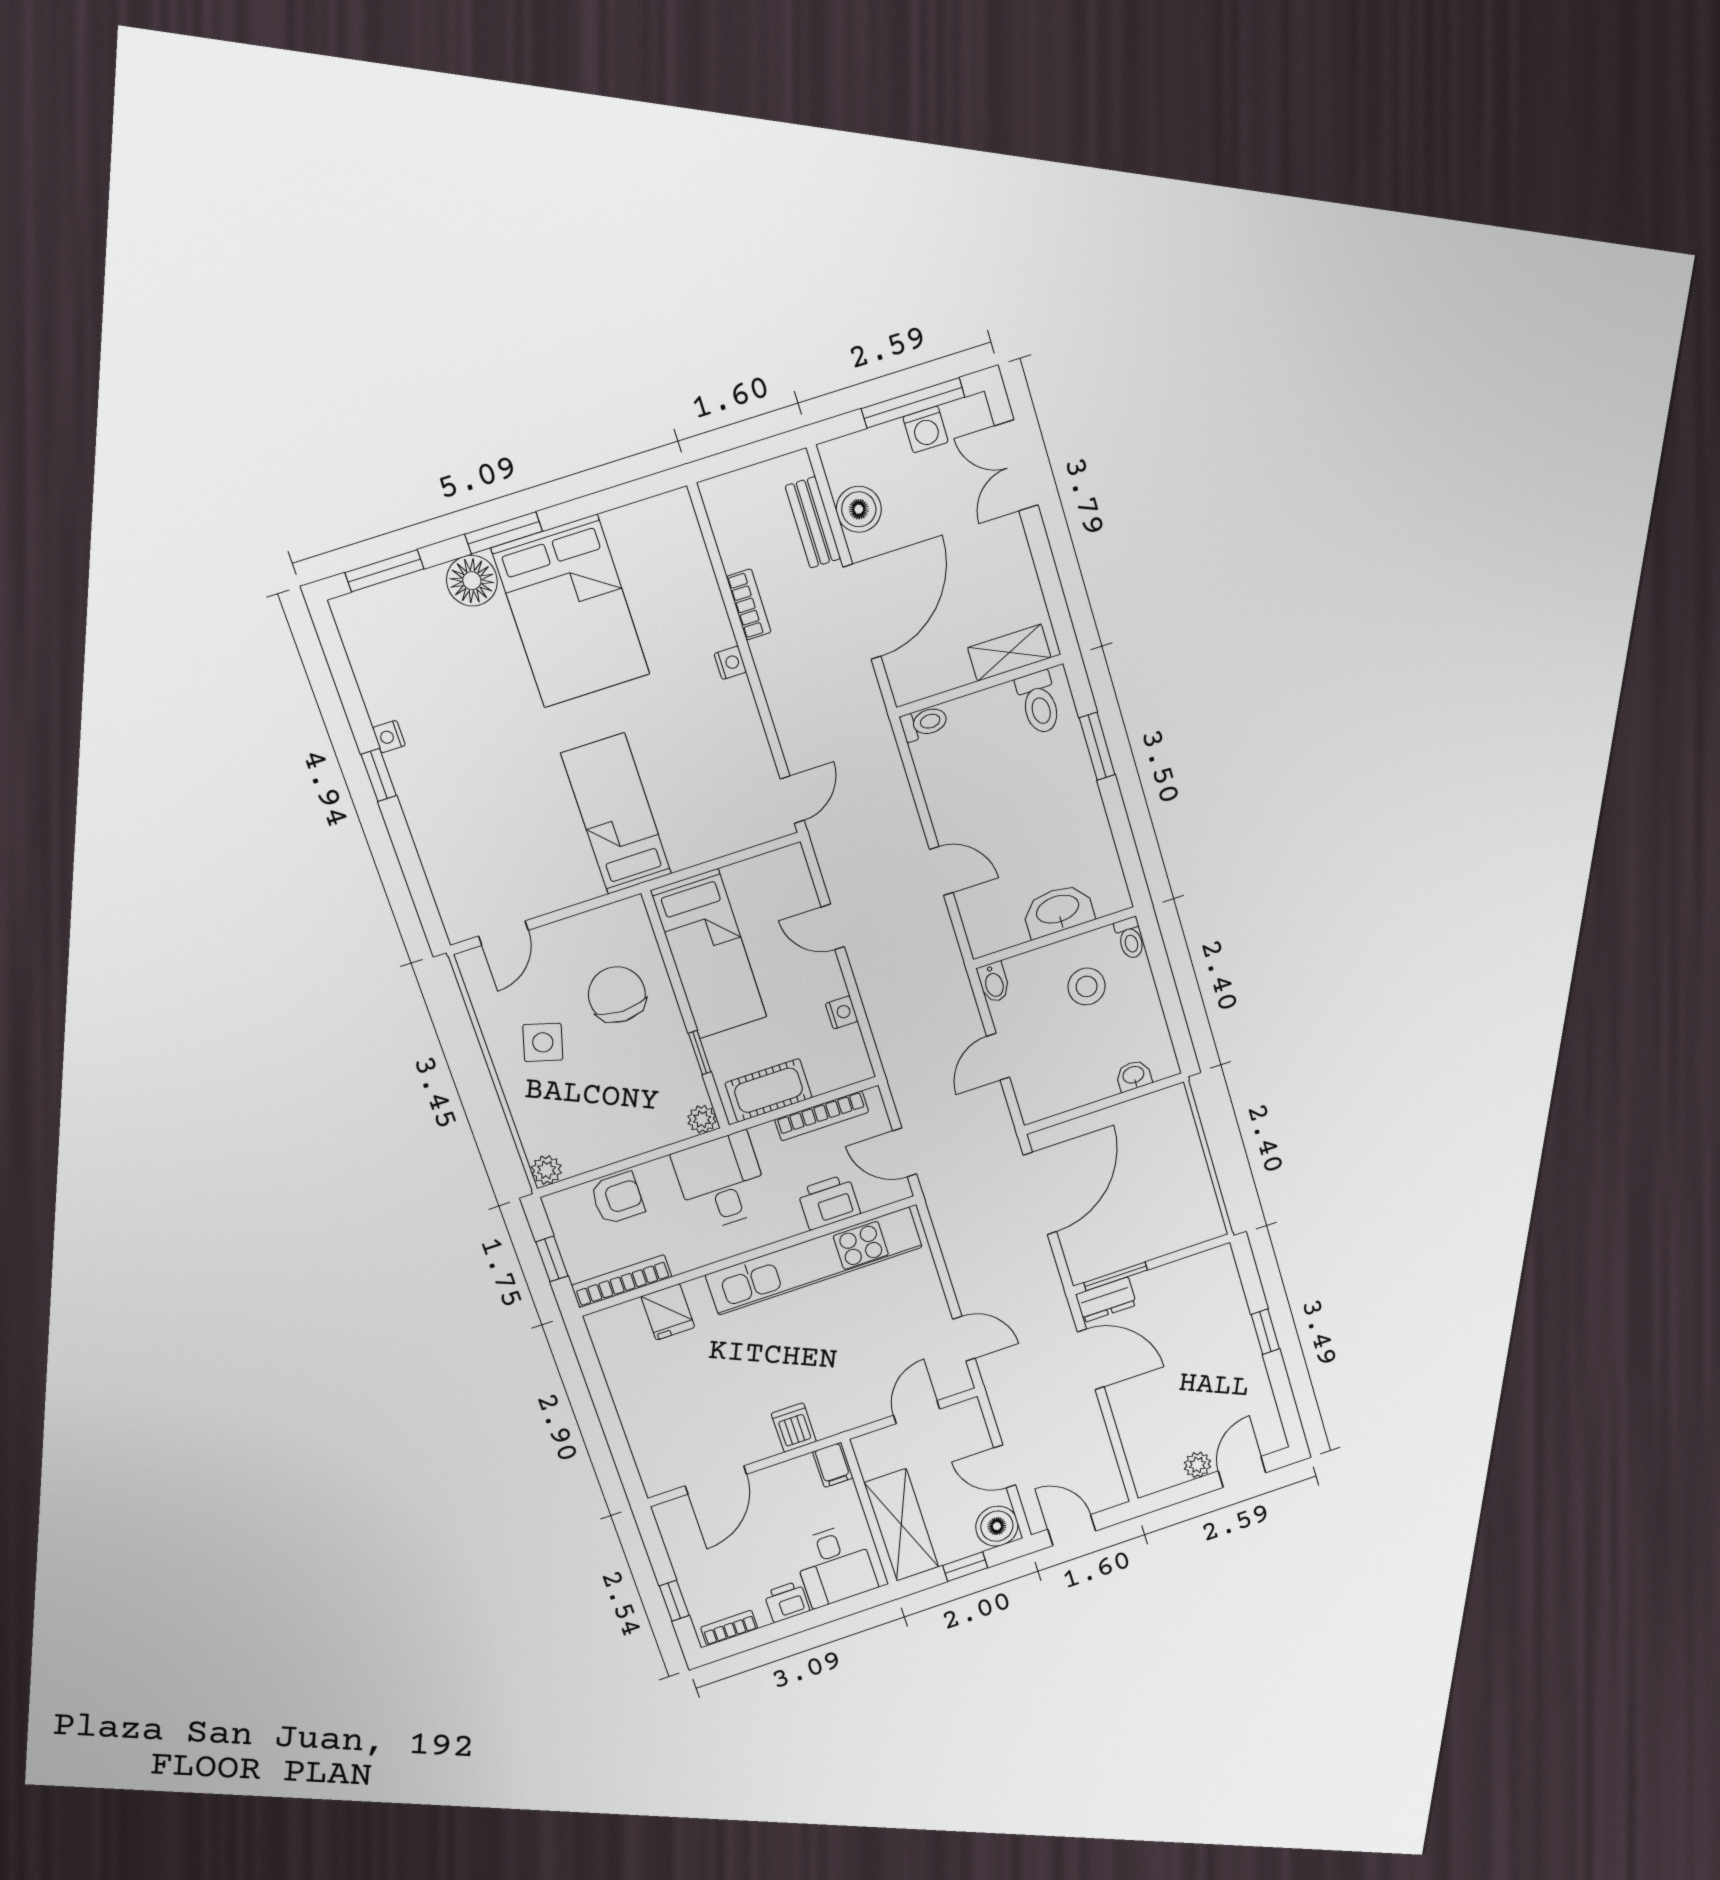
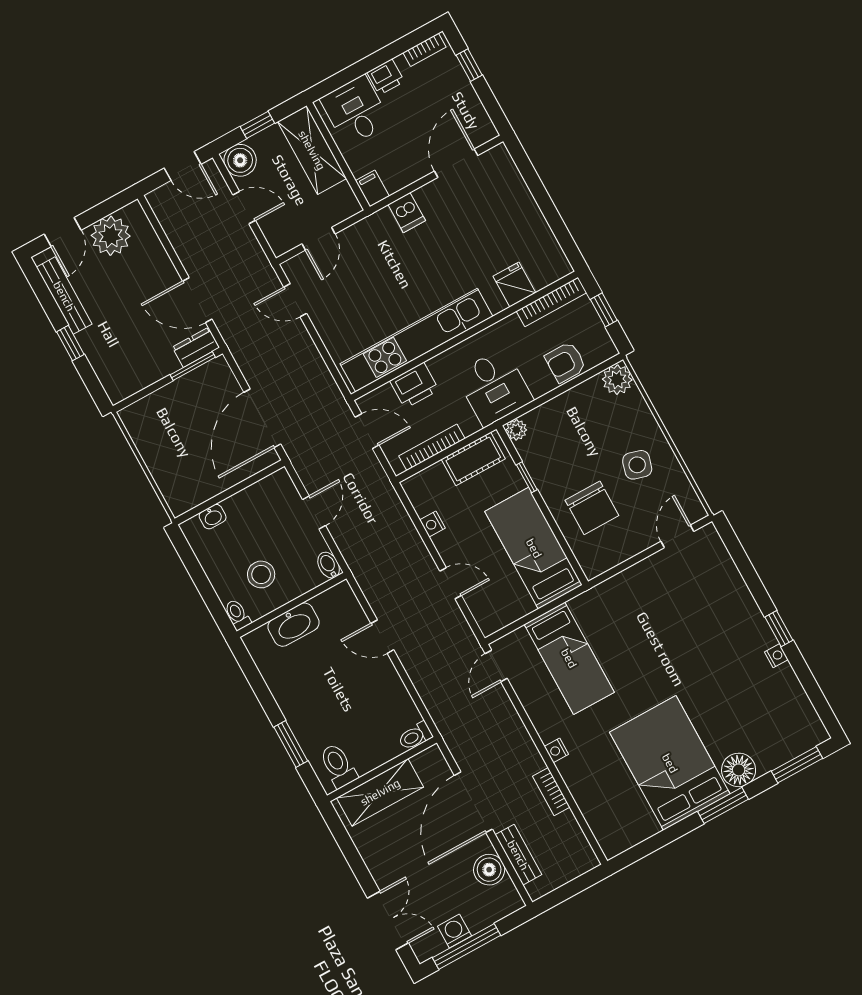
shelving: (1009, 653) -> (380, 792), width x1.50, depth x1.33
bed: (616, 814) -> (569, 658), moved
plant: (546, 1170) -> (617, 380), width x1.38, depth x1.38
bench: (1259, 1393) -> (64, 296), added
plant: (1197, 1465) -> (111, 236), width x1.88, depth x1.88

